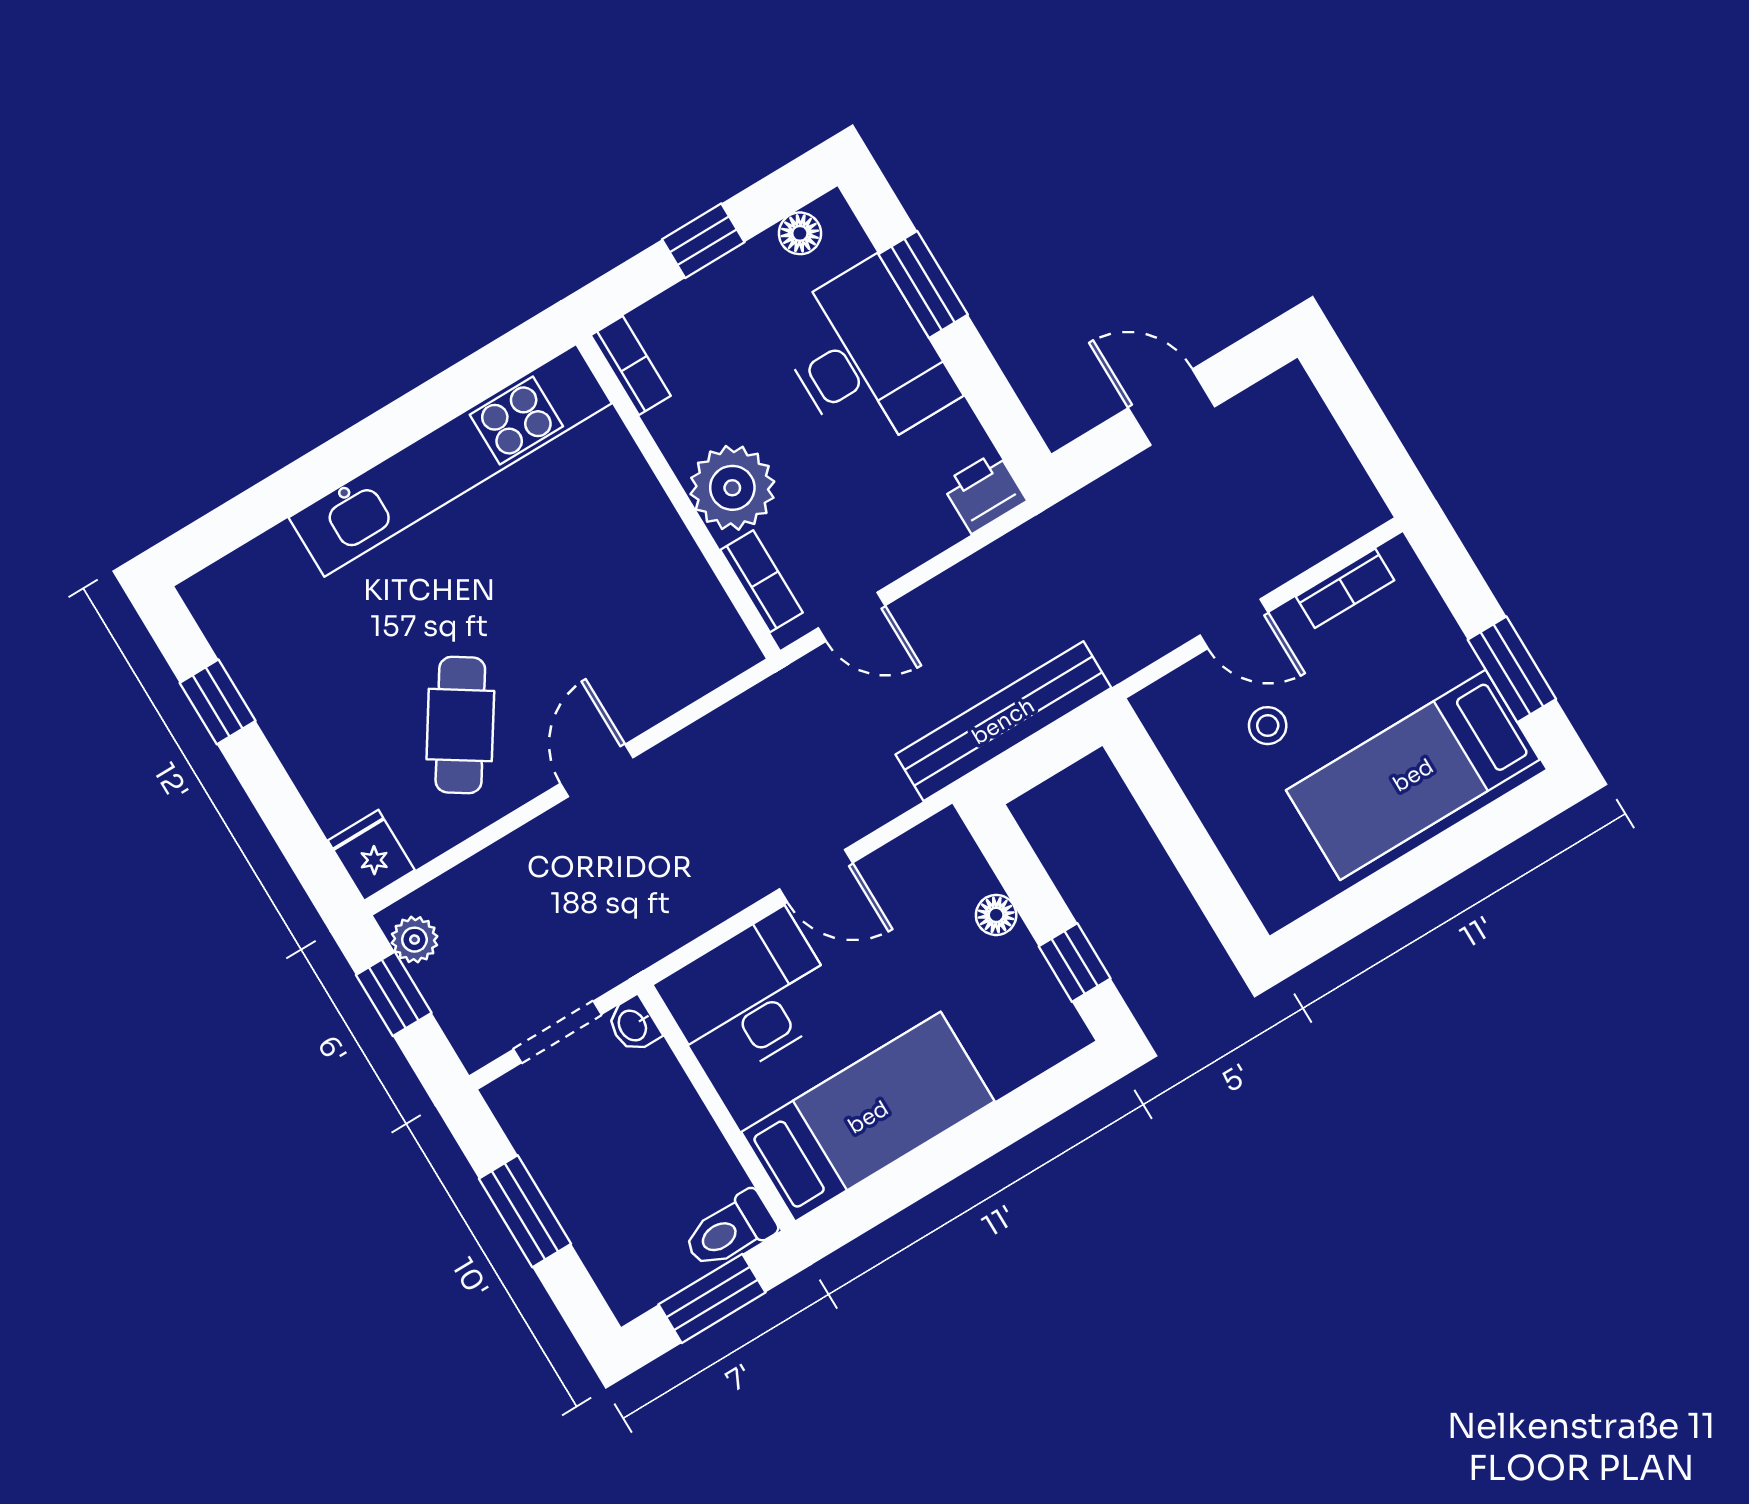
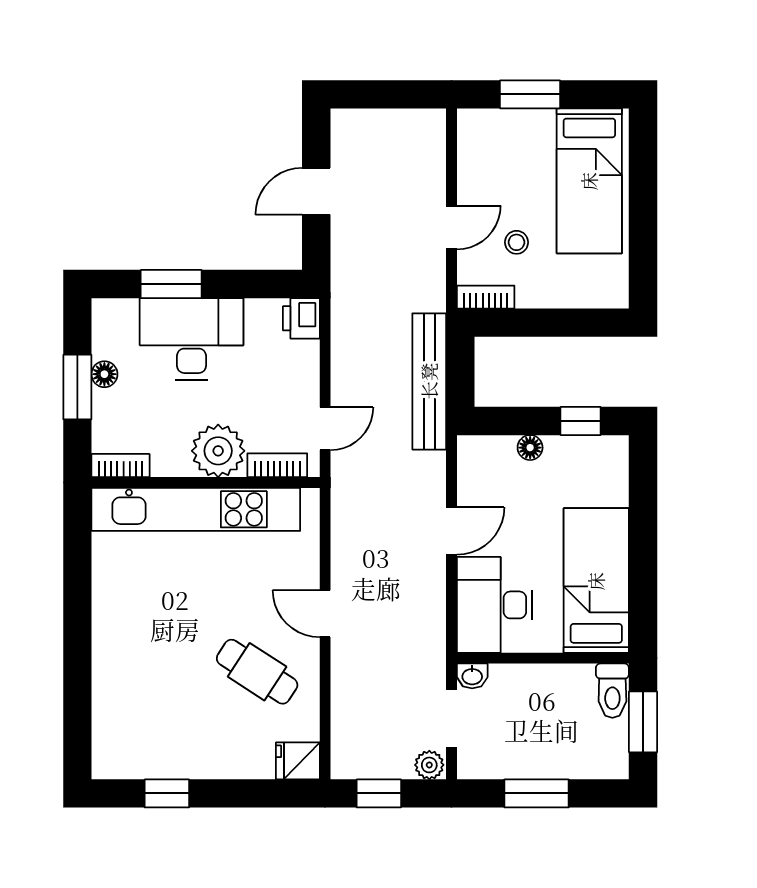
floor lamp: (800, 233) -> (104, 374), moved
window: (703, 241) -> (77, 387), width x1.50
kitchen unit: (450, 460) -> (196, 509), moved, turned 90
bookcase: (1345, 588) -> (486, 297), moved, turned -90
window: (1512, 669) -> (530, 94), moved
plant: (414, 940) -> (429, 765), moved

